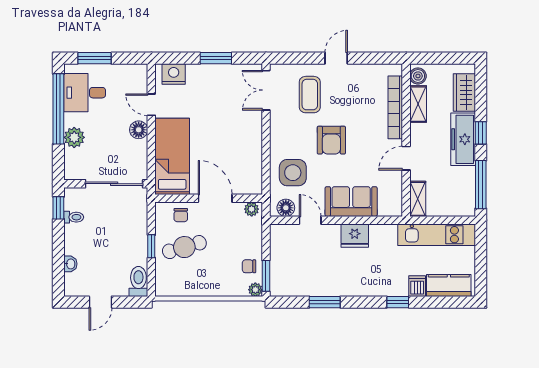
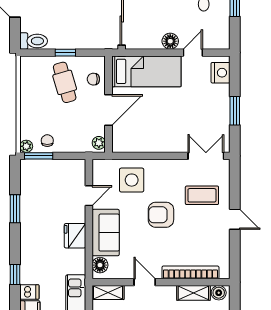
floor lamp: (286, 208) -> (100, 265), moved

